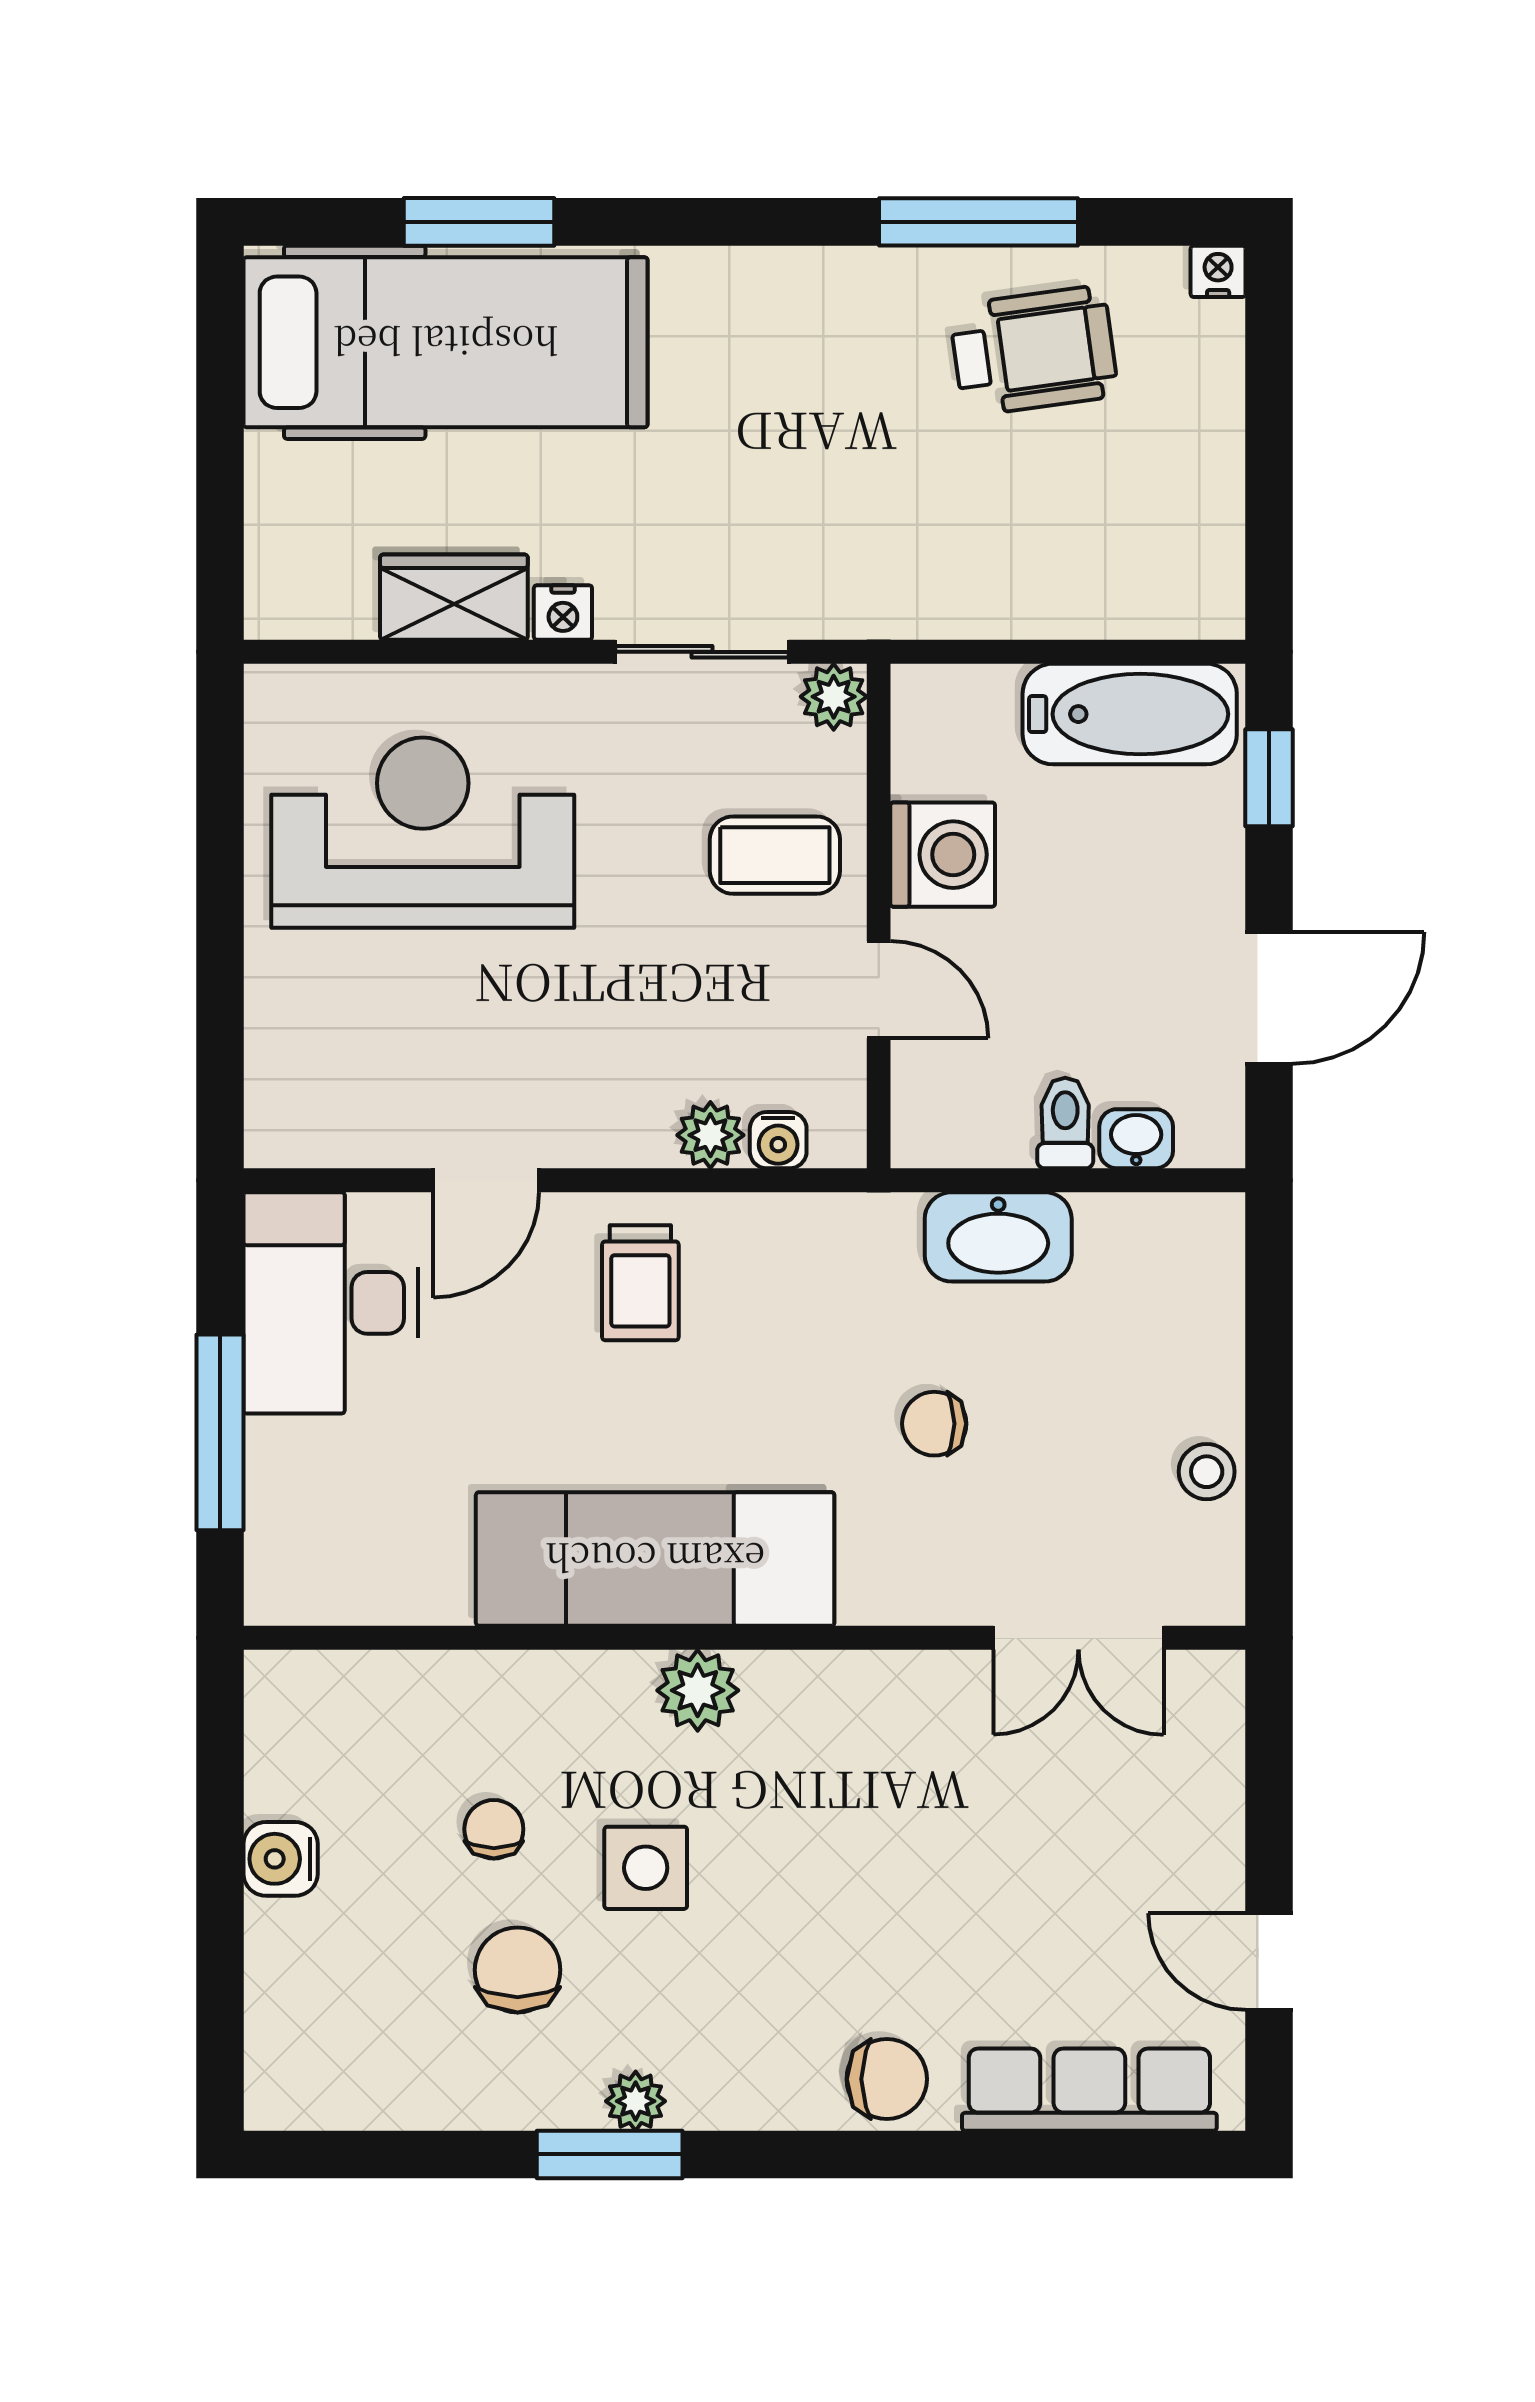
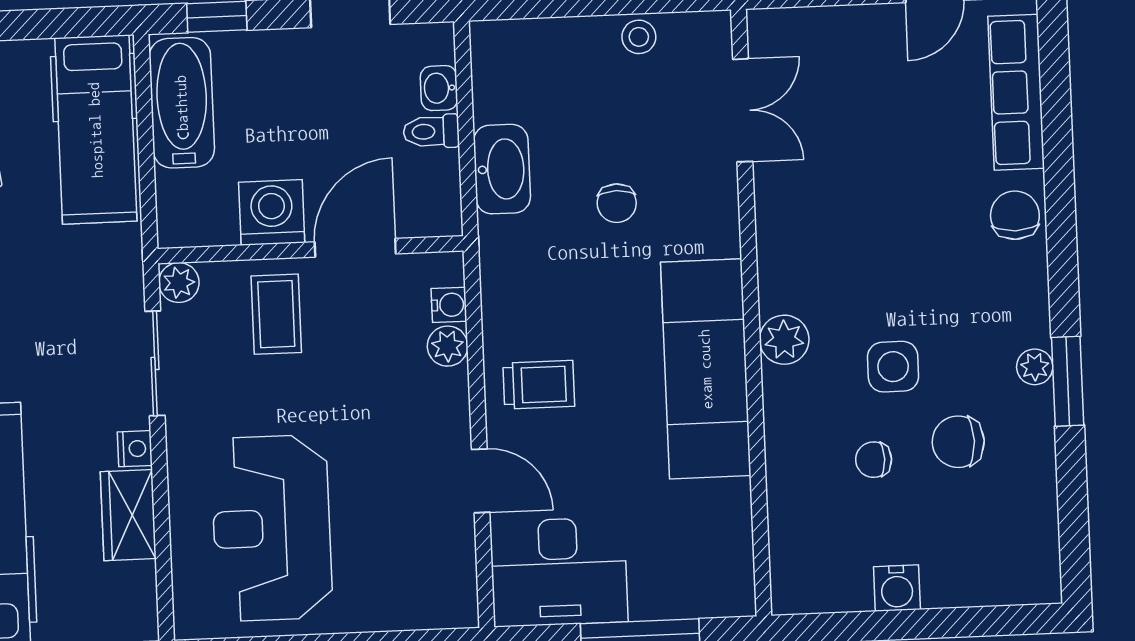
hospital bed: (1092, 570) -> (96, 130), added
door: (879, 990) -> (355, 248), width x1.38

